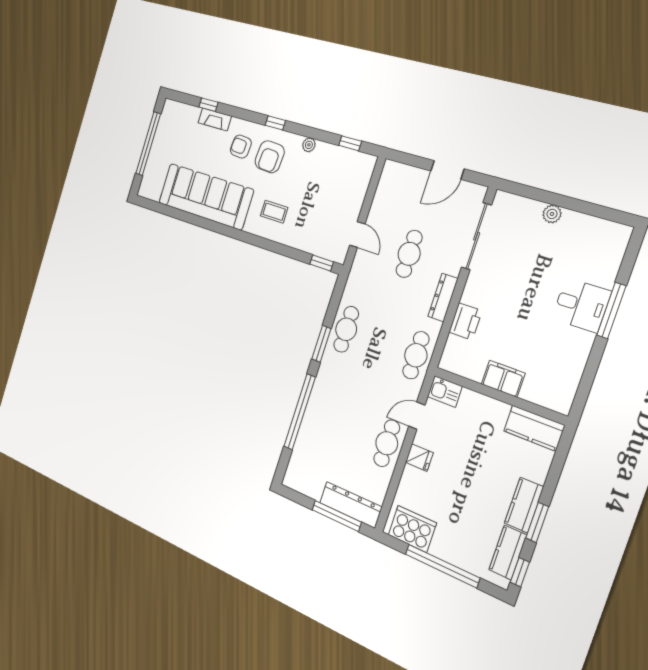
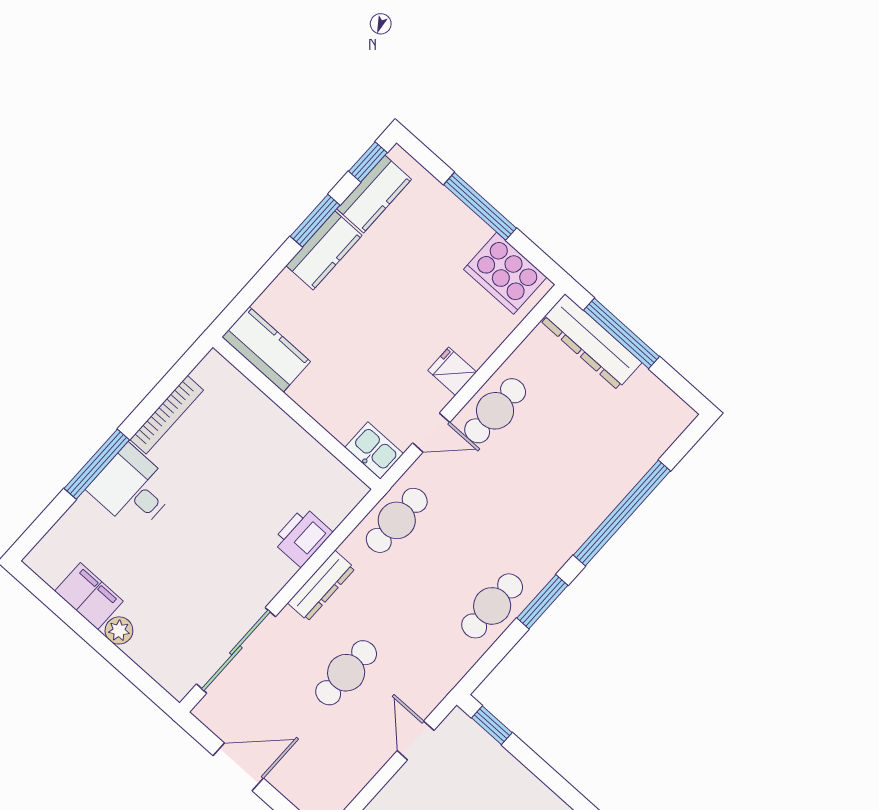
bookcase: (579, 361) -> (167, 415), added
filing cabinet: (503, 379) -> (89, 596), moved, turned 180
window: (442, 566) -> (480, 206), width x0.68

